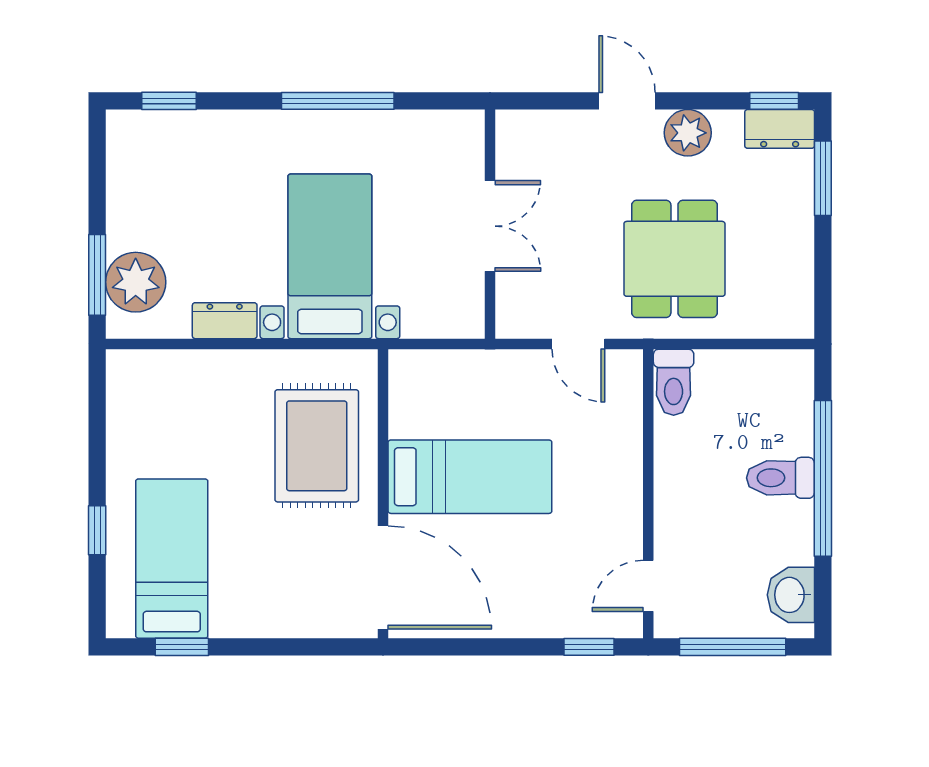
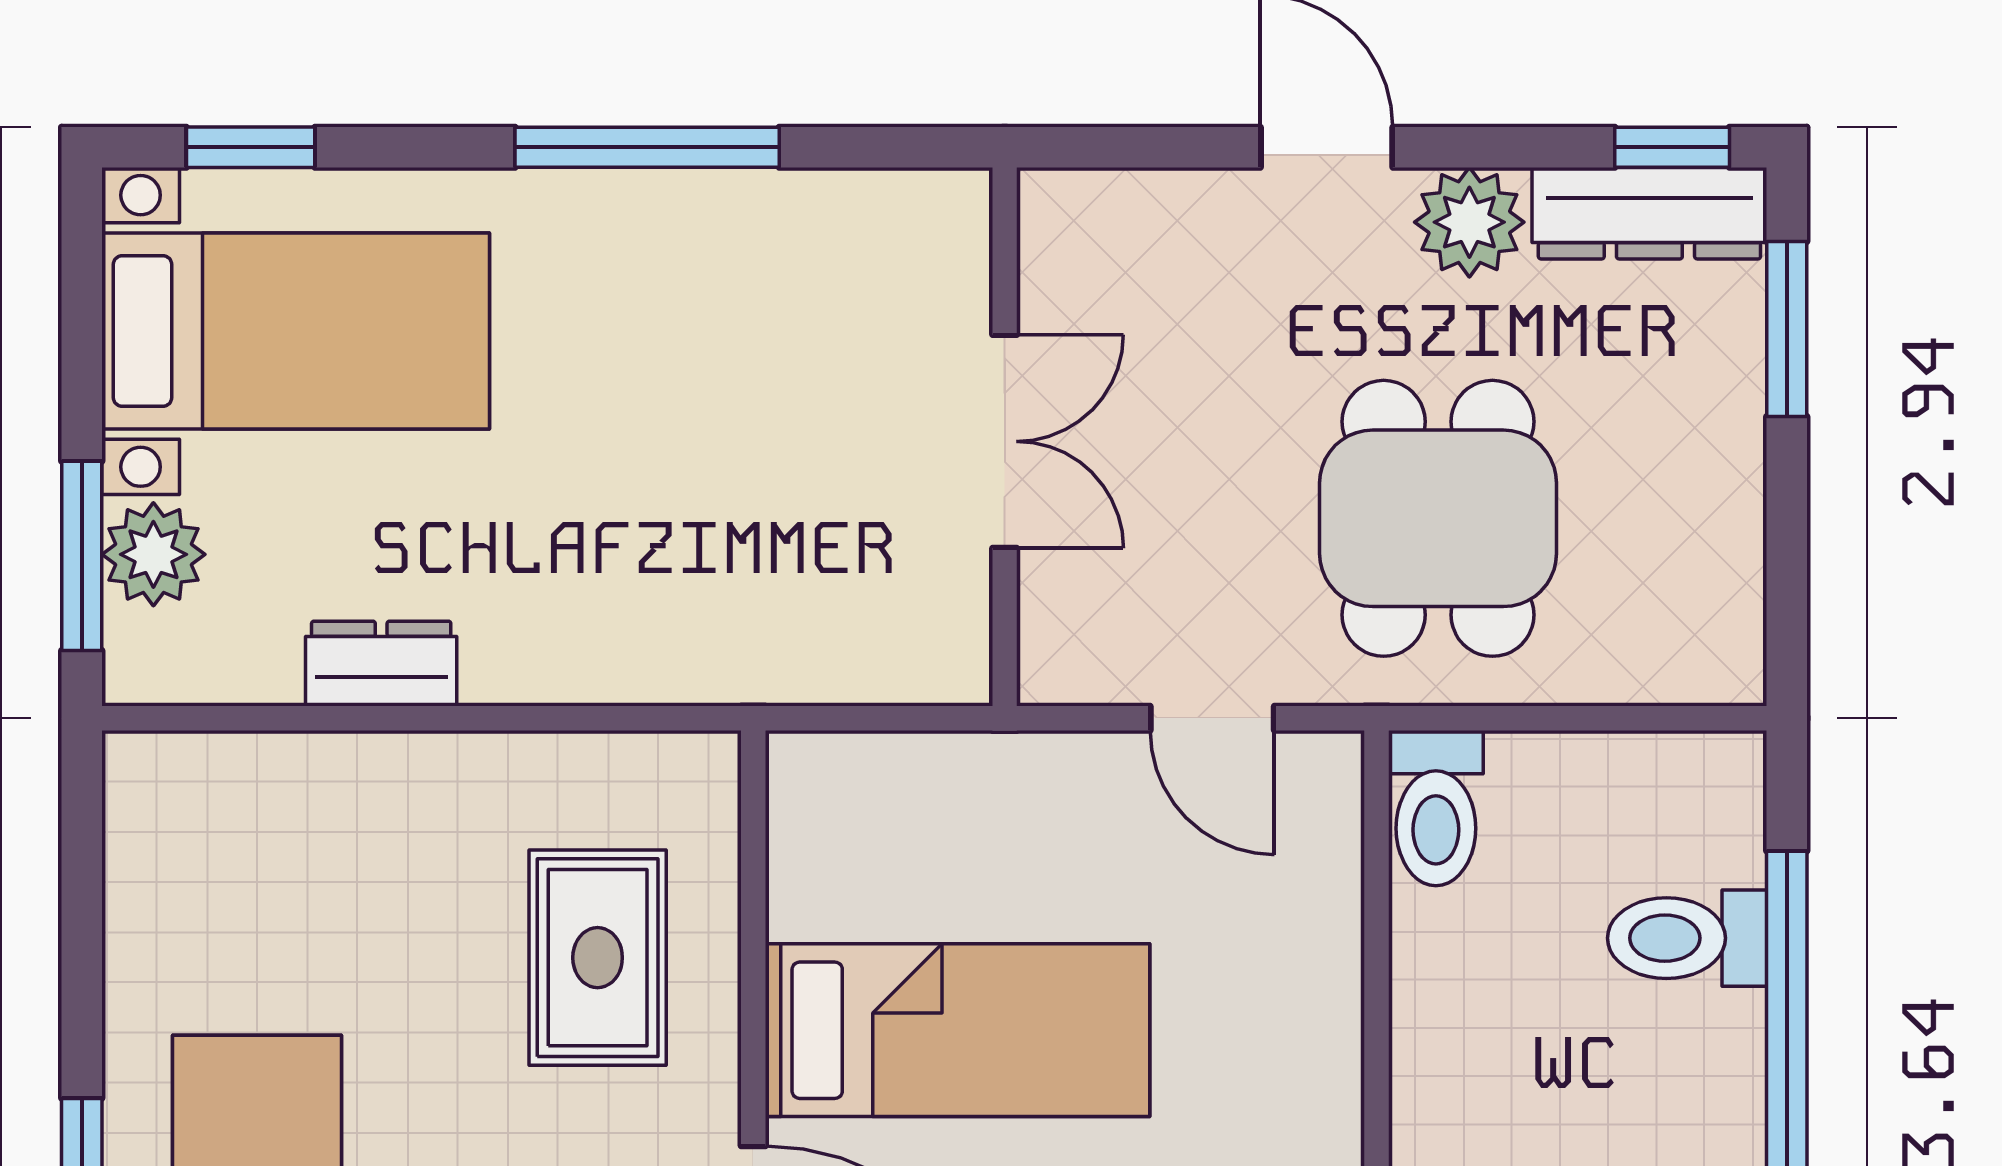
dresser: (780, 129) -> (1649, 213), width x1.44
bed with nightstands: (330, 256) -> (296, 331), moved, turned 90
plant: (136, 282) -> (153, 554), width x0.73, depth x0.73
rug: (317, 446) -> (598, 958), width x0.73, depth x0.70
toilet: (780, 478) -> (1687, 938), moved

